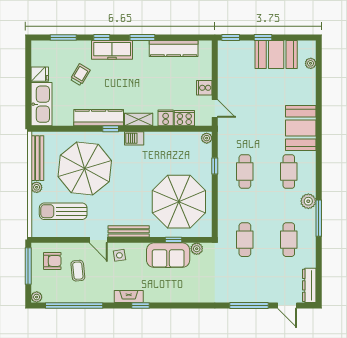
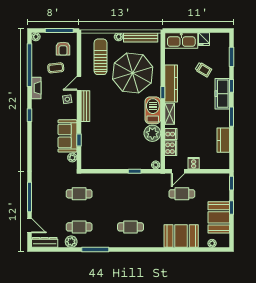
kitchen counter: (174, 49) -> (223, 140), width x0.67
booth: (301, 128) -> (181, 236), moved
barbecue: (134, 138) -> (153, 110), width x1.88, depth x1.53
plant: (165, 143) -> (152, 133), added
cafe table: (245, 171) -> (182, 194), moved
plant: (308, 201) -> (71, 242), moved
parasol: (179, 202) -> (108, 144), removed
fireplace: (129, 296) -> (36, 88), moved
door: (287, 305) -> (30, 226), swing flipped

